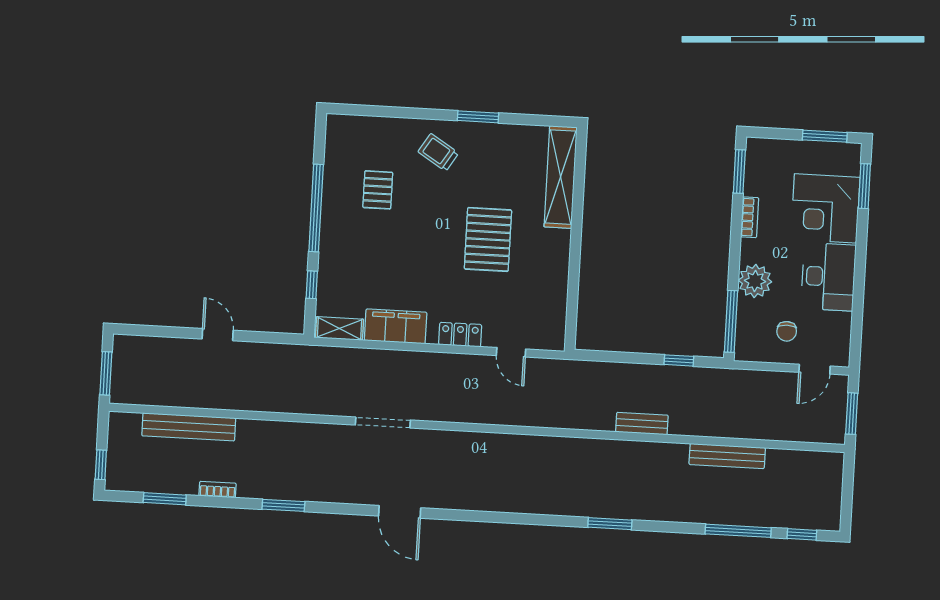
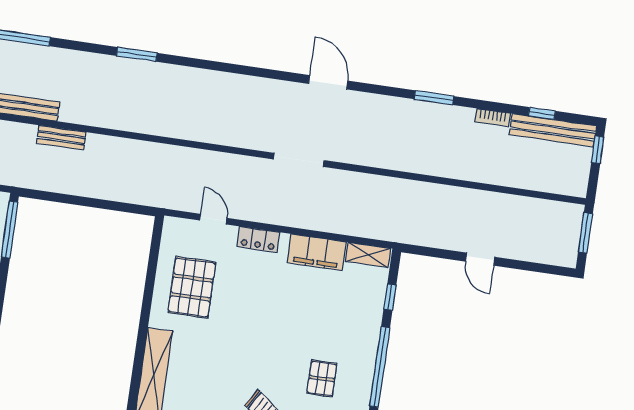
pallet: (488, 239) -> (192, 287), moved
window: (679, 360) -> (60, 198), removed
doorway: (383, 423) -> (299, 160), moved
bench: (642, 424) -> (61, 138), moved
bench: (189, 427) -> (553, 130), moved
window: (165, 499) -> (542, 113), width x0.67

